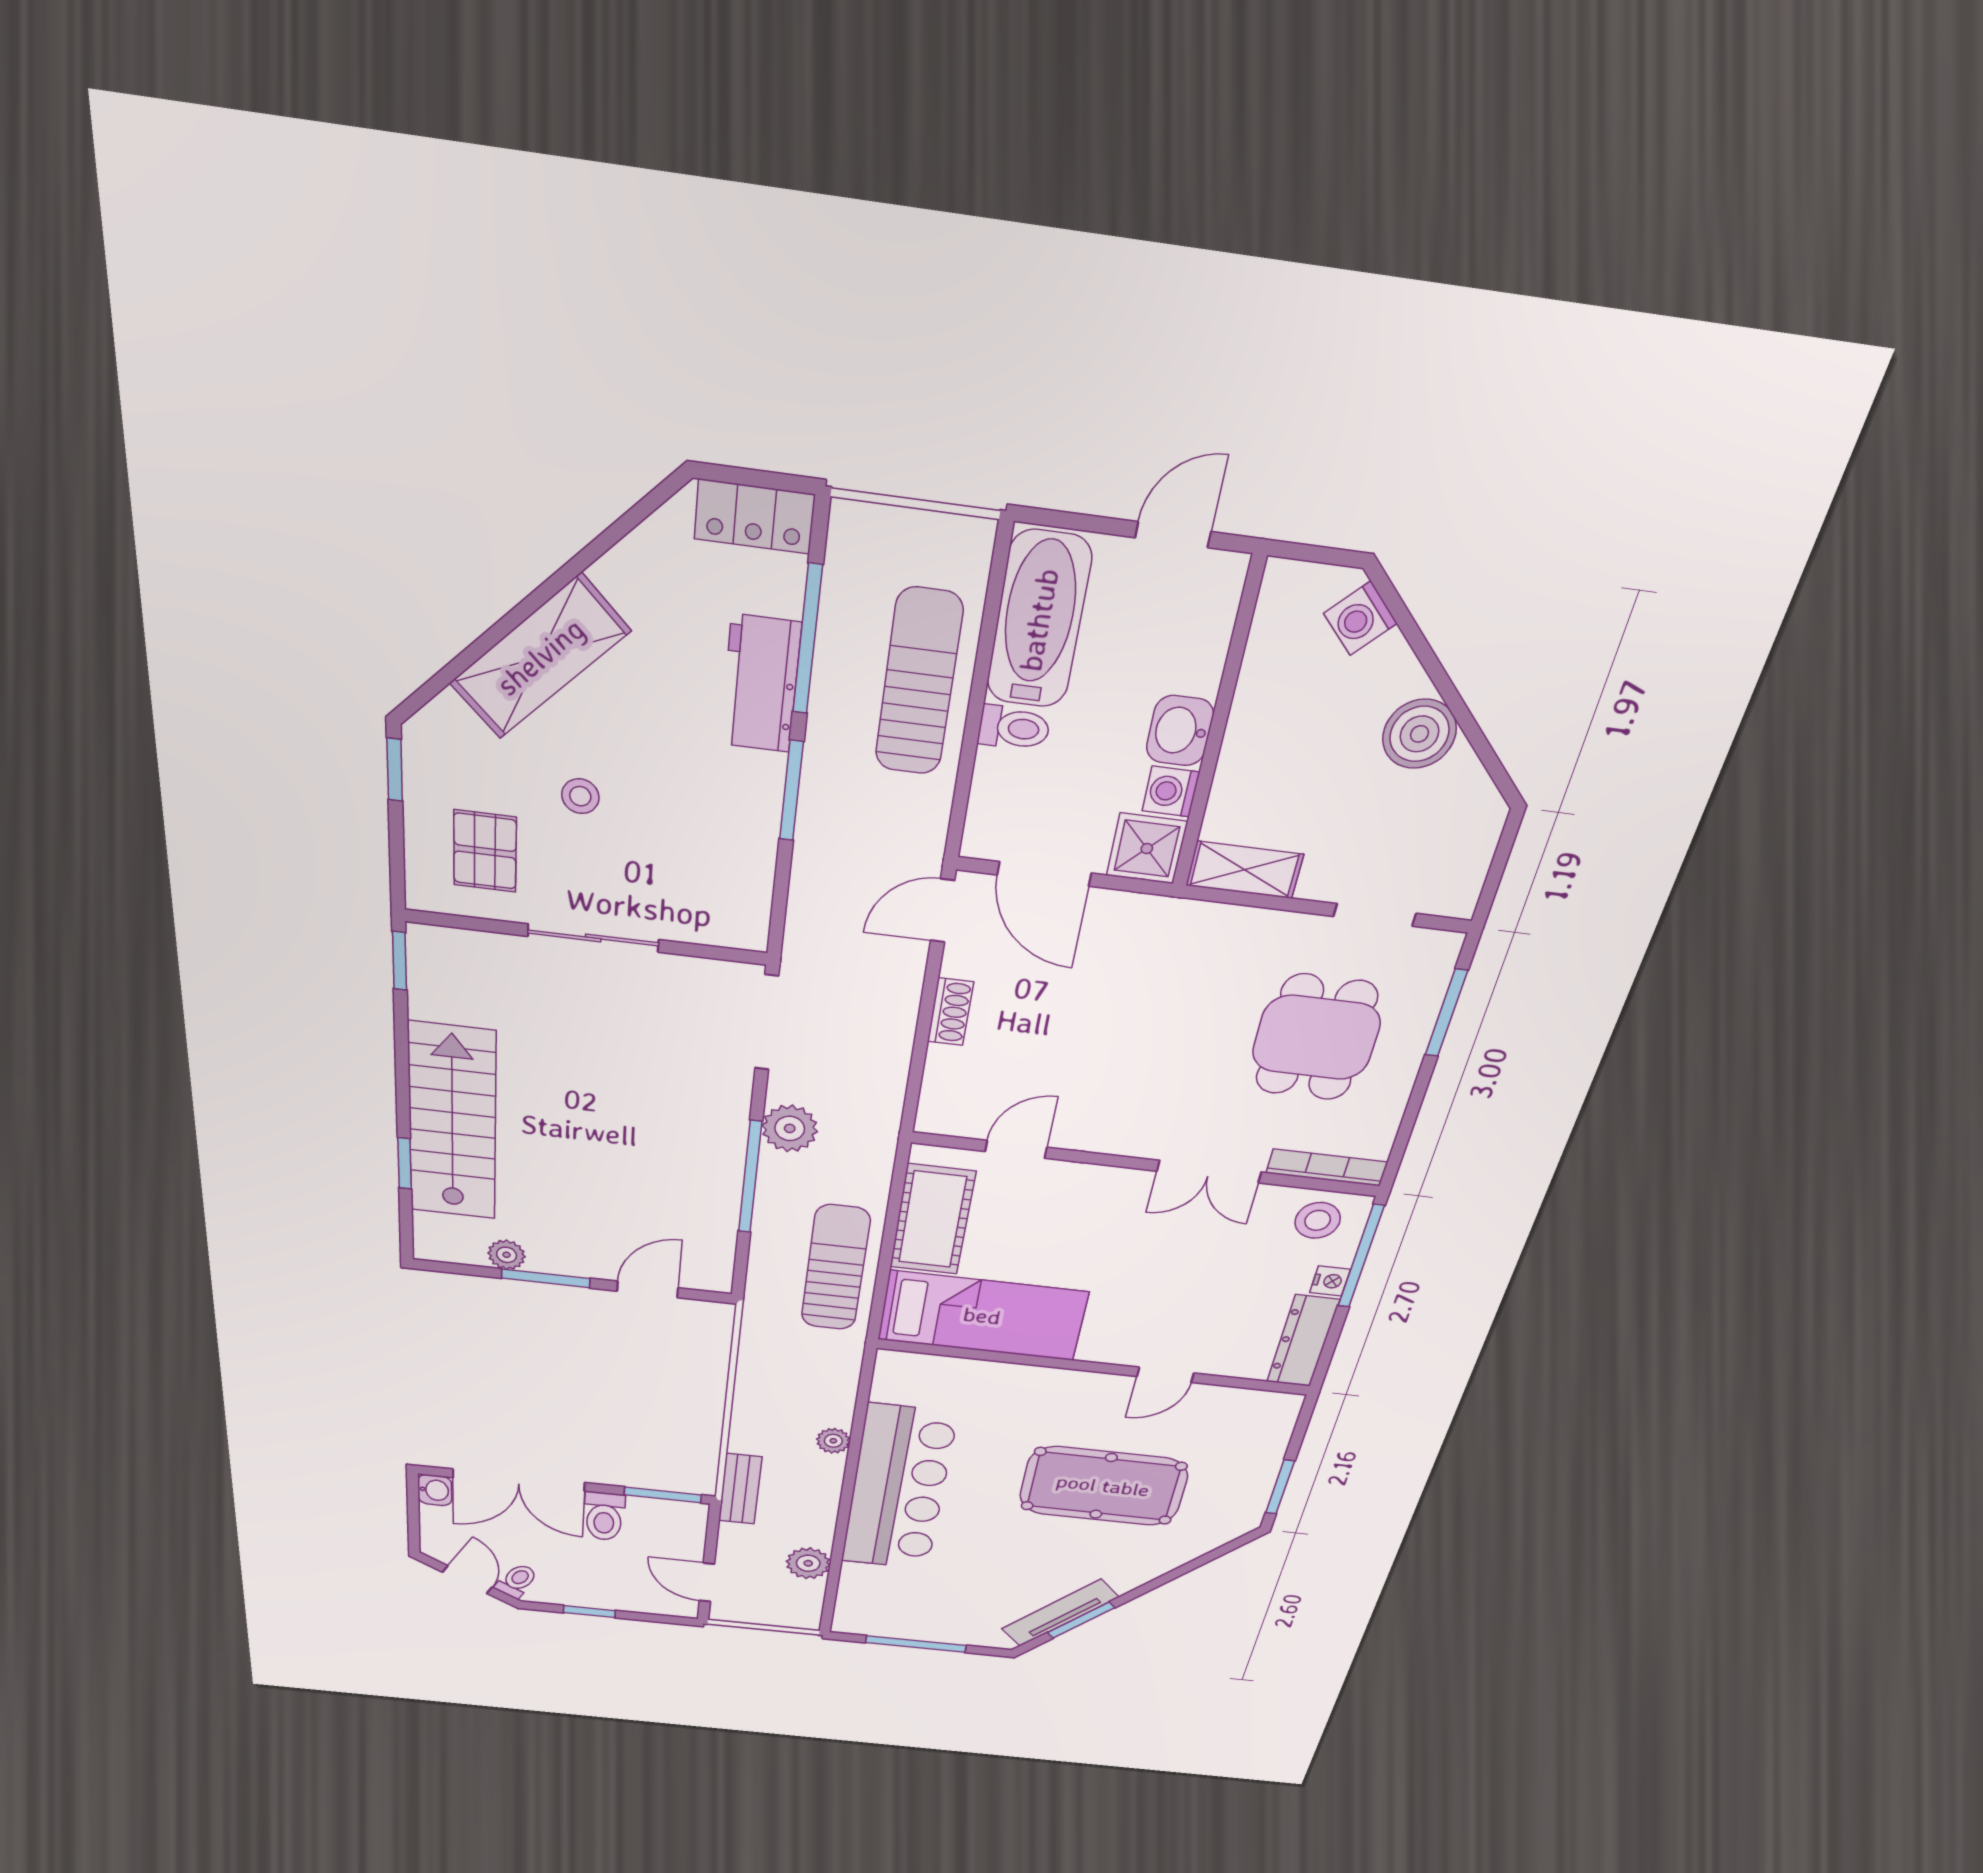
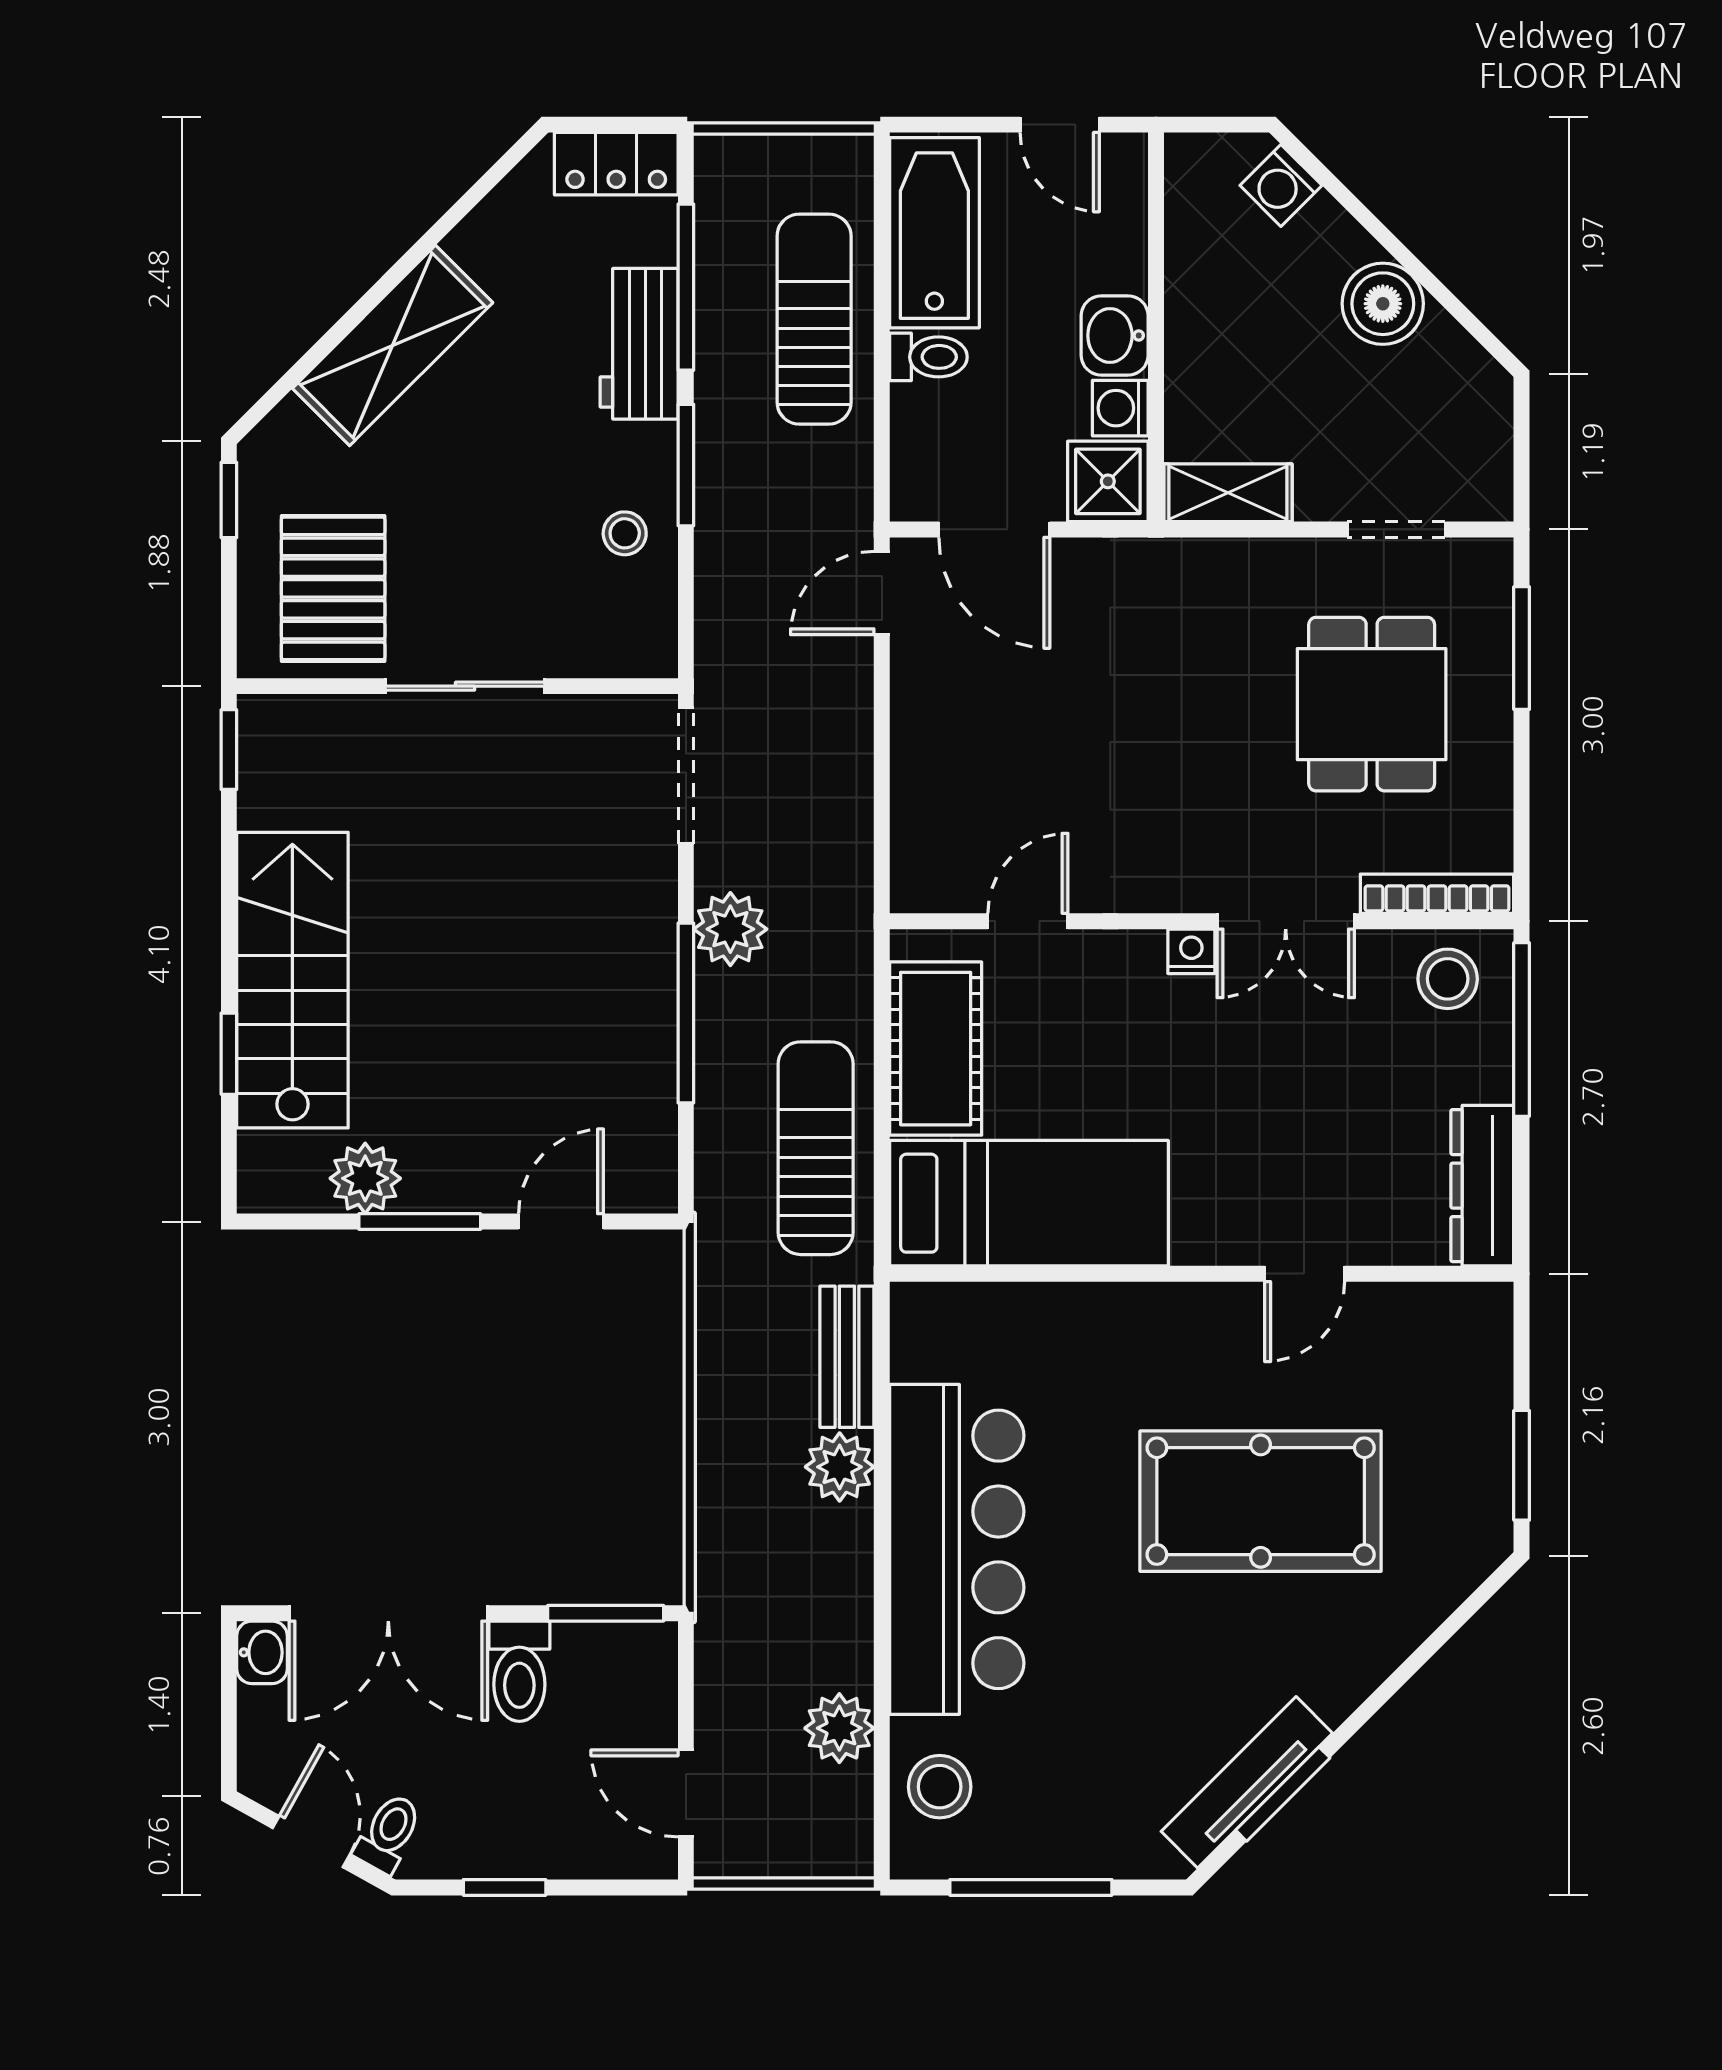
door: (1173, 535) -> (1060, 125), swing flipped
stool: (580, 796) -> (625, 533), moved
pallet: (485, 851) -> (333, 588), width x1.50, depth x1.42
shoe rack: (950, 1012) -> (912, 729), removed
plant: (507, 1255) -> (365, 1178), width x1.38, depth x1.38
nightstand: (1330, 1281) -> (1191, 951), moved, turned -90
plant: (833, 1441) -> (840, 1467), width x1.38, depth x1.38
bench: (740, 1489) -> (847, 1357), moved
stool: (867, 1595) -> (940, 1787), added

